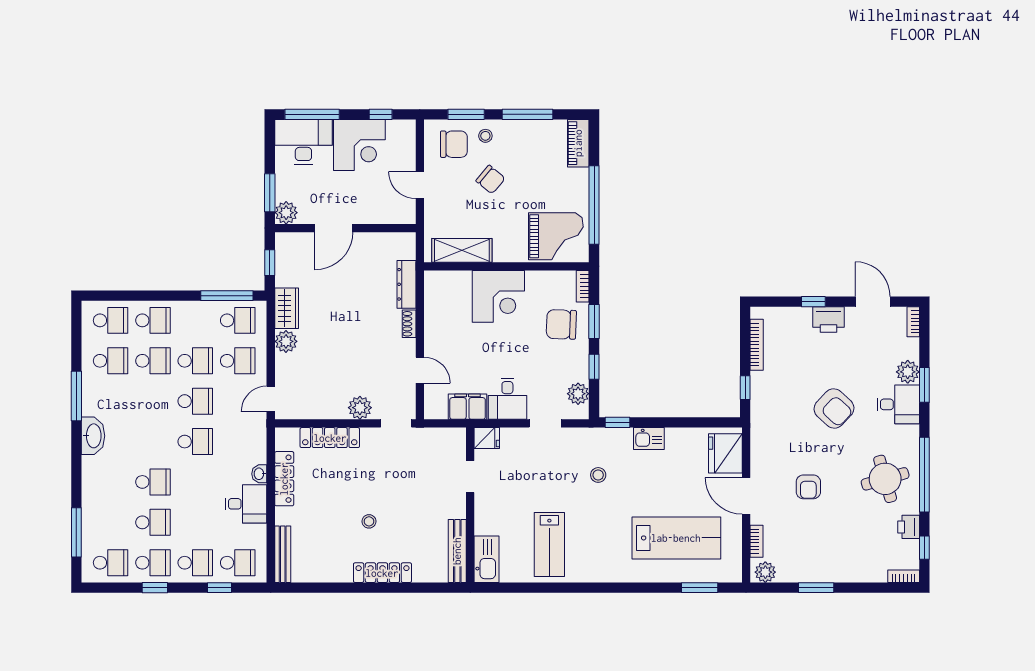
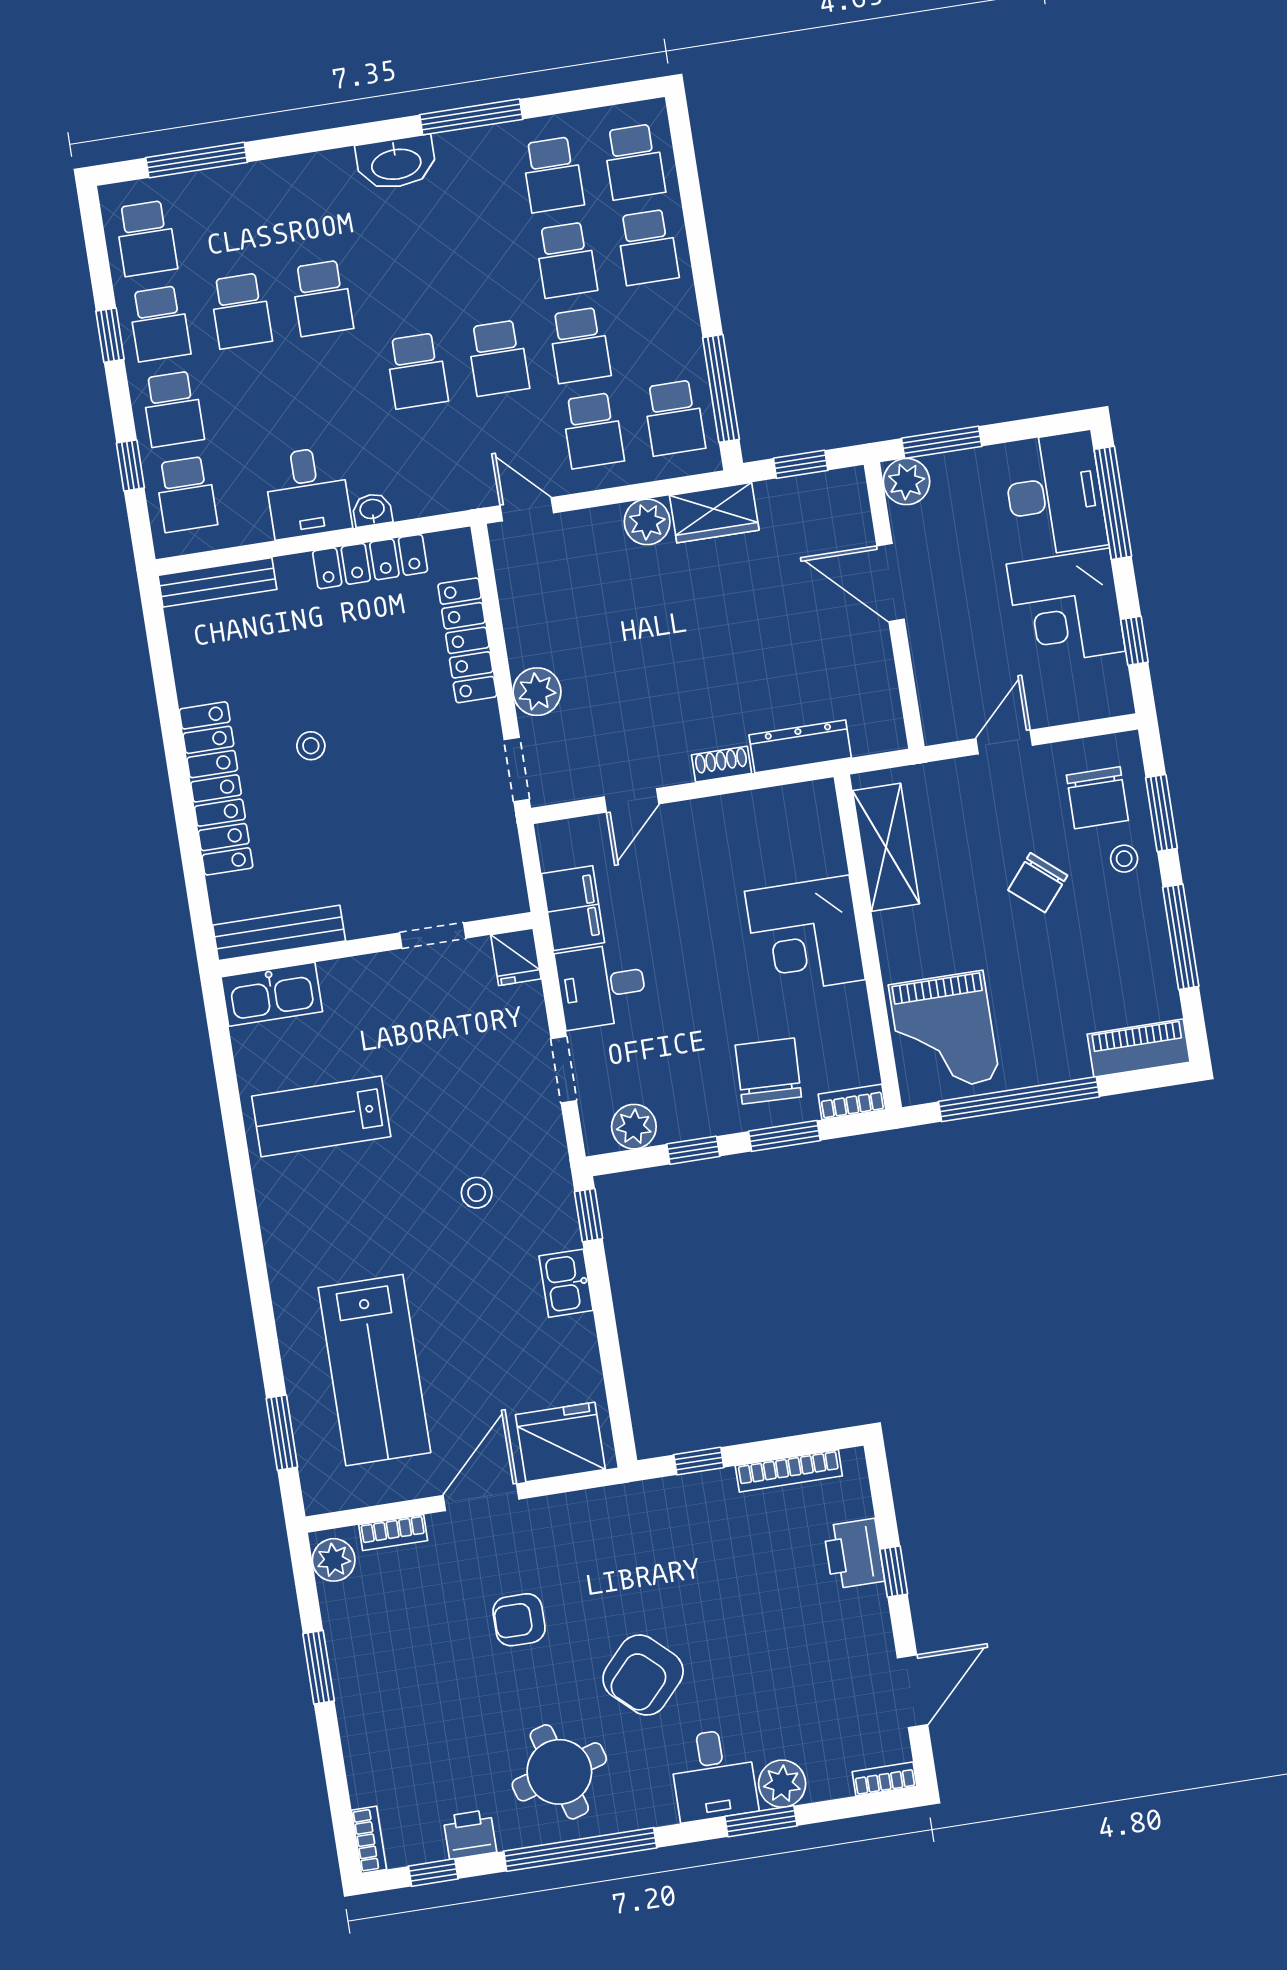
printer: (829, 320) -> (854, 1554), moved
armchair: (834, 408) -> (643, 1675), moved
locker: (382, 573) -> (216, 788), width x1.41, depth x1.21

